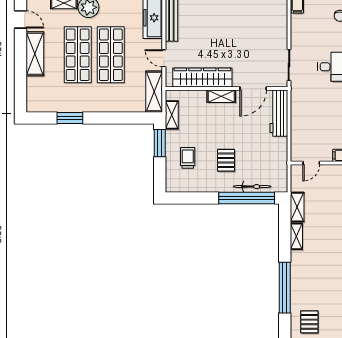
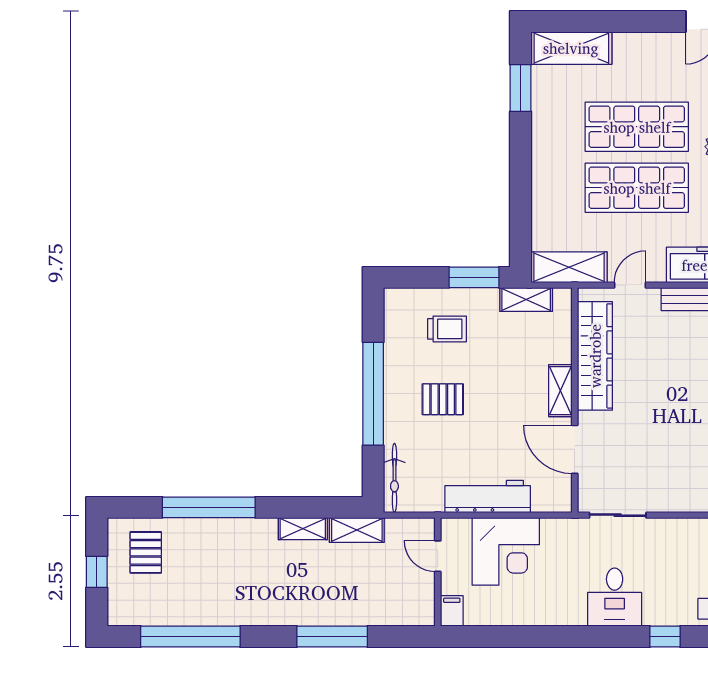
shelving: (35, 54) -> (571, 48), moved
workbench: (279, 113) -> (488, 496), moved
window: (70, 118) -> (520, 88), moved
corner desk: (309, 126) -> (506, 551), added
bicycle: (252, 187) -> (394, 478), moved
window: (247, 198) -> (373, 394), moved
pallet: (309, 322) -> (146, 552), turned 90

